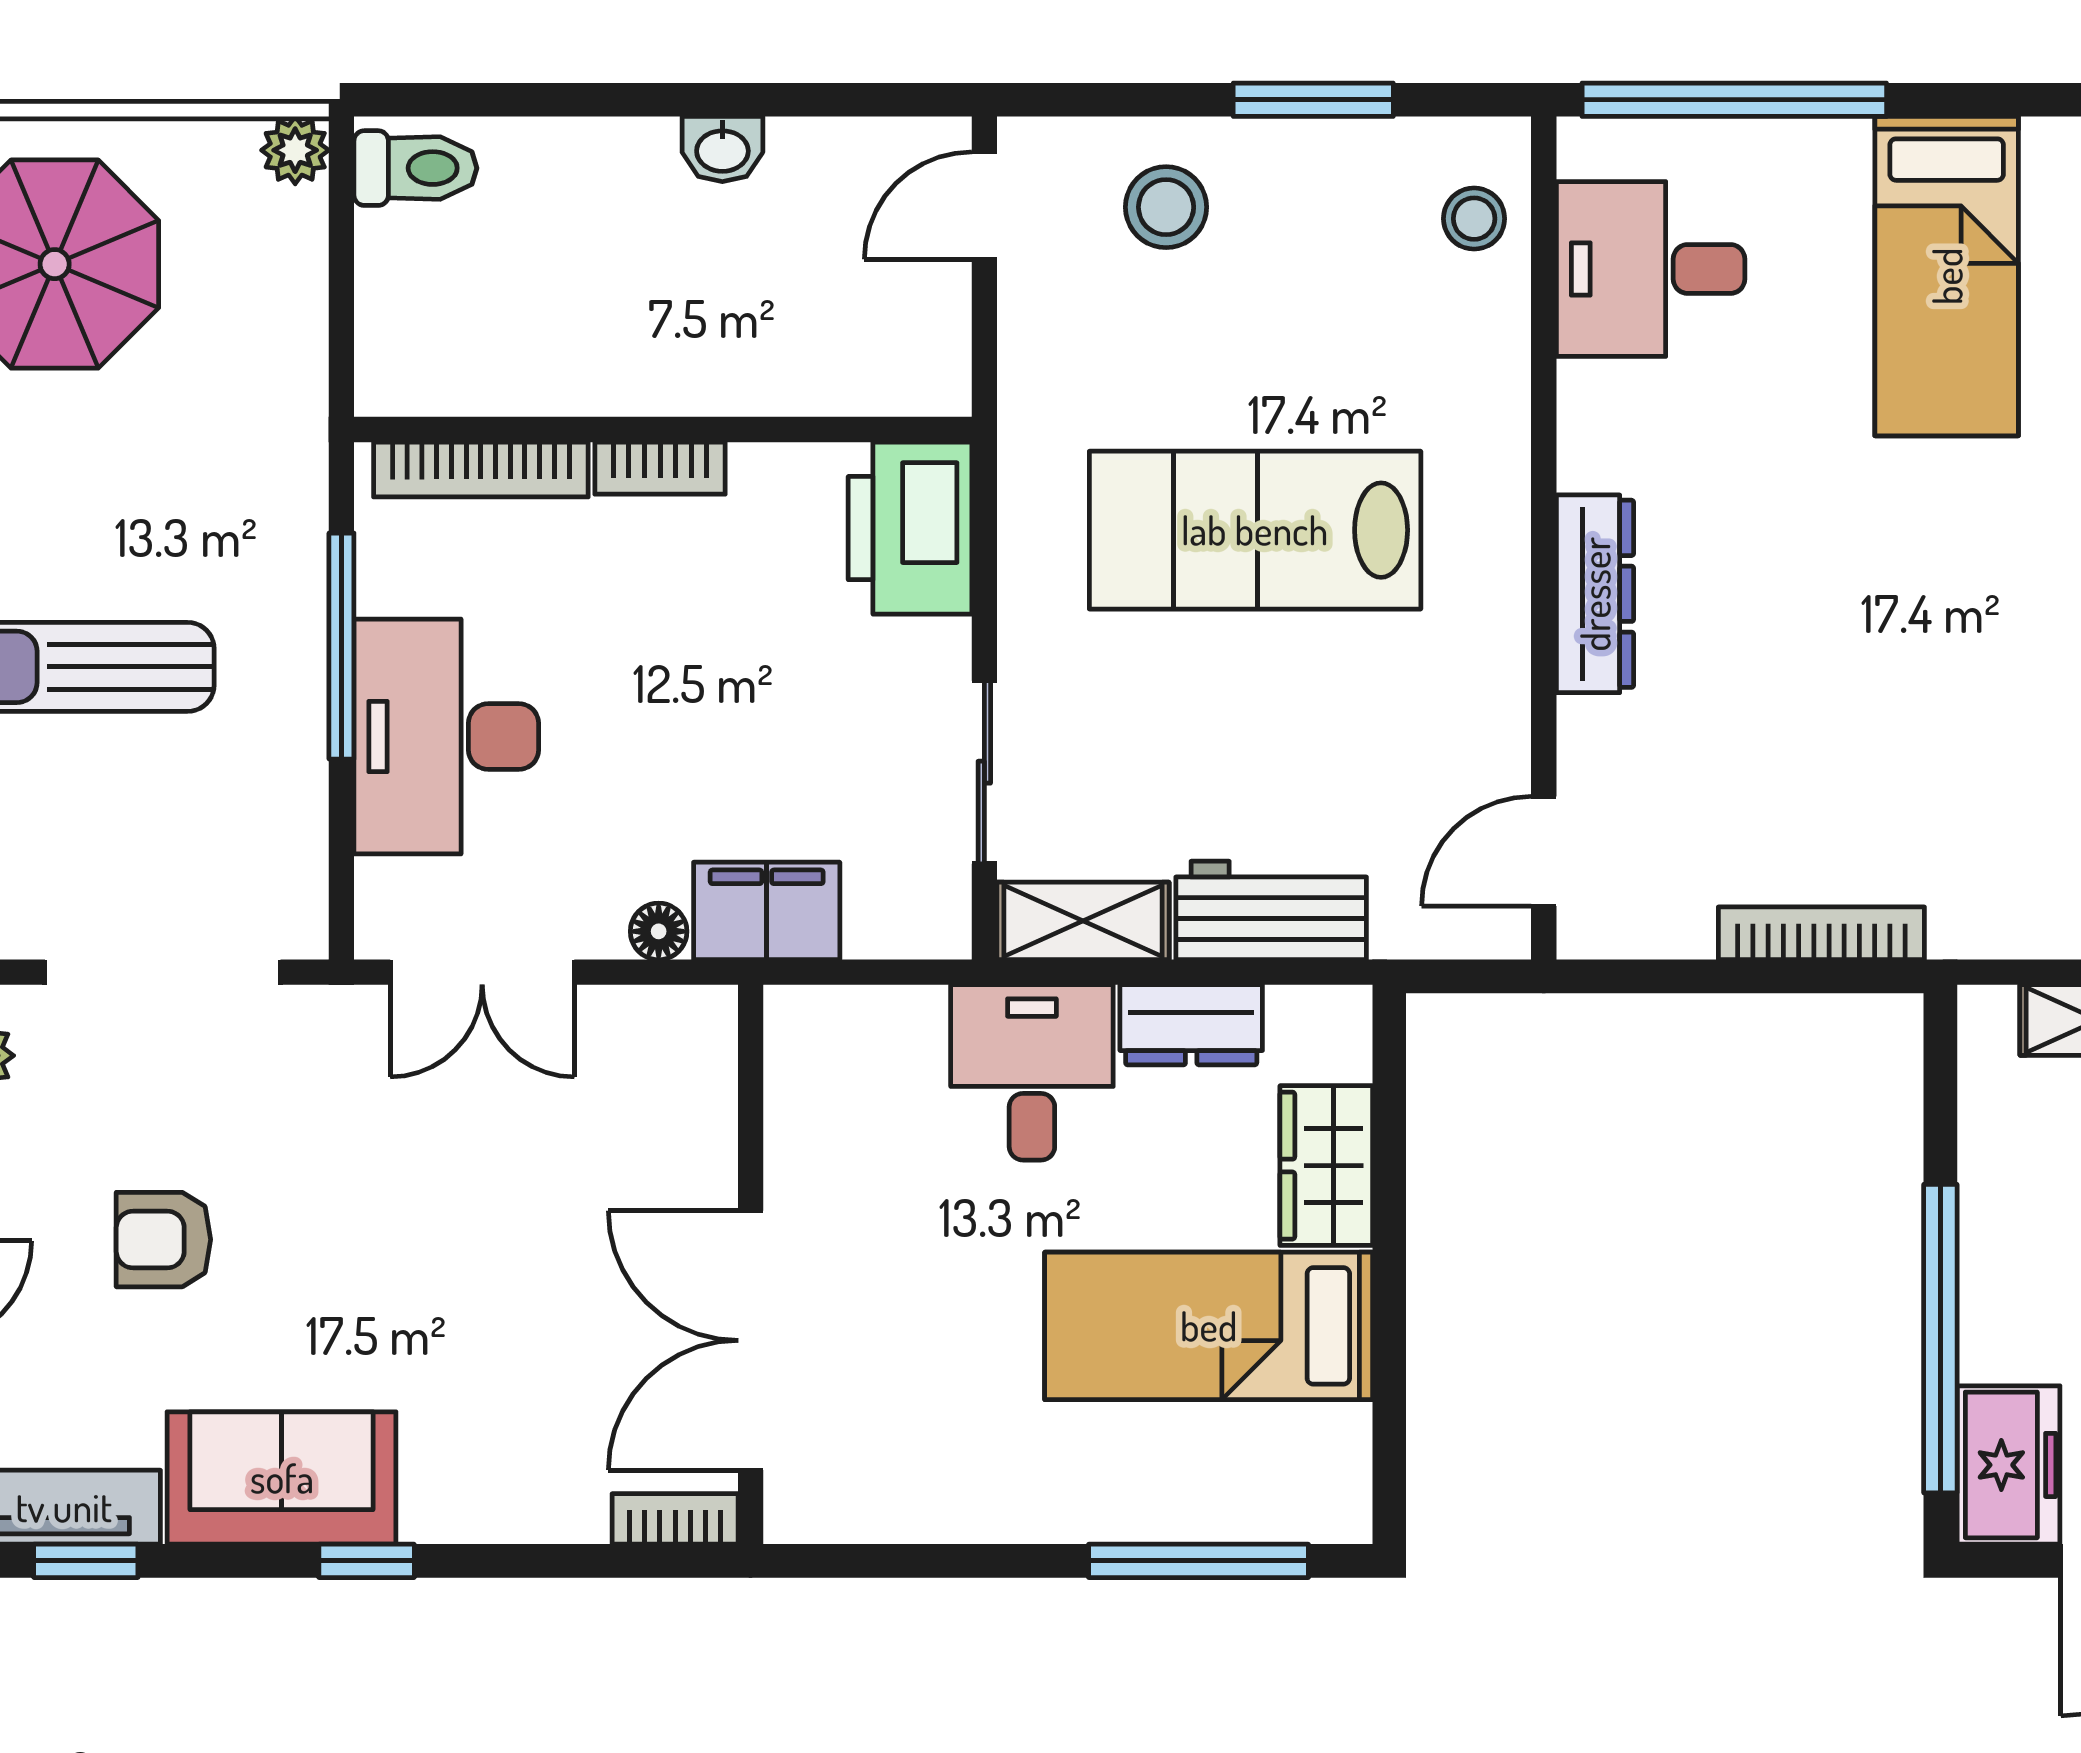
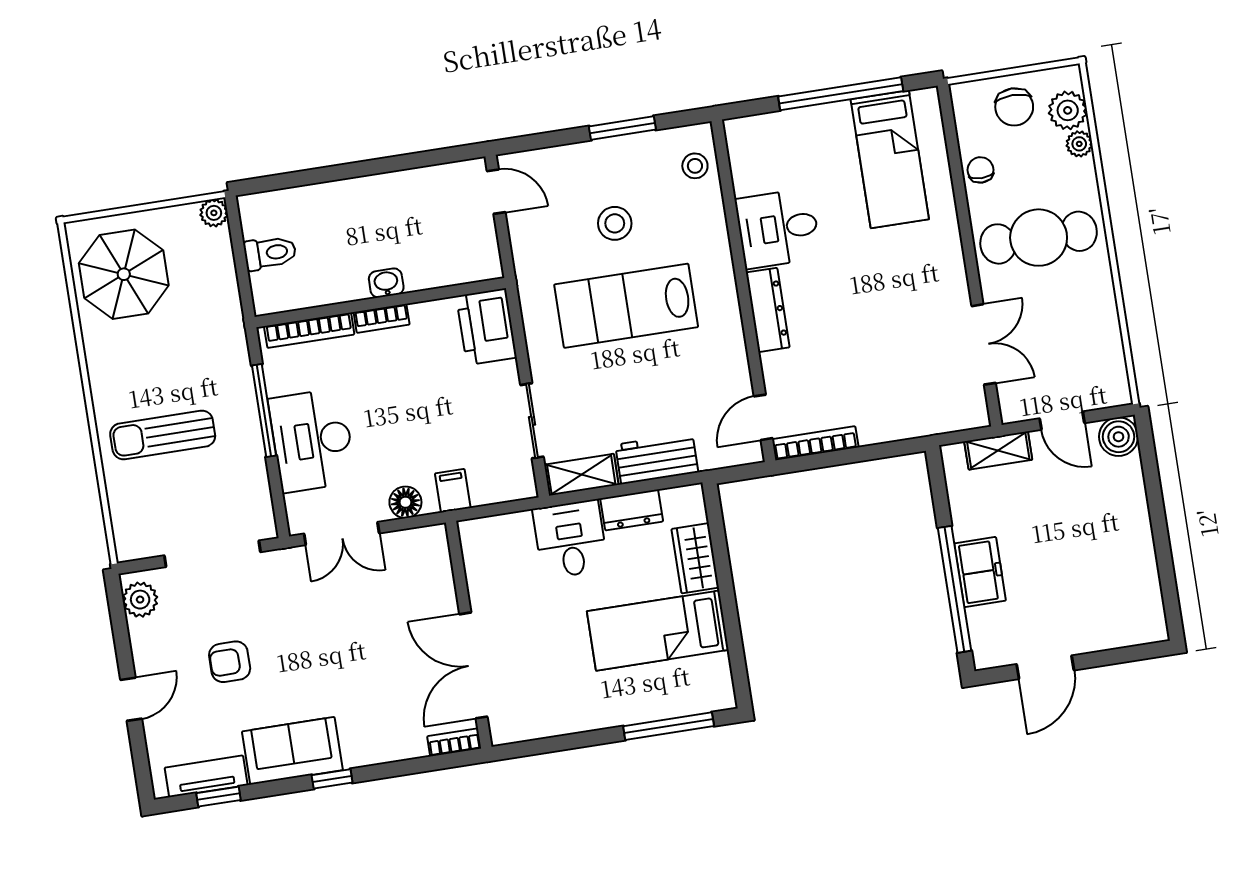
window: (1734, 100) -> (841, 94), moved
washbasin: (722, 149) -> (386, 283), moved, turned 180
toilet: (415, 168) -> (270, 253), moved
door: (984, 206) -> (496, 192), swing flipped
stool: (1166, 207) -> (615, 223), moved
desk: (1651, 269) -> (778, 228), moved
filing cabinet: (767, 911) -> (453, 491), width x0.50
floor lamp: (659, 931) -> (405, 502), width x1.37, depth x1.37
bookcase: (1821, 933) -> (815, 443), moved
freezer: (2009, 1465) -> (980, 572), moved

